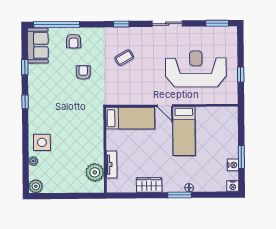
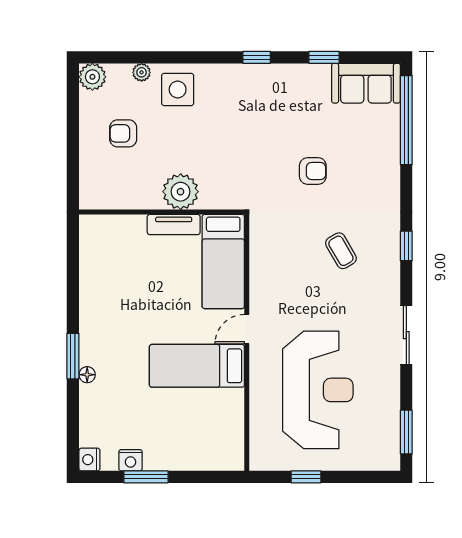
armchair: (74, 41) -> (123, 133), moved
tv unit: (112, 165) -> (174, 225), moved
plant: (95, 172) -> (181, 192), moved
wardrobe: (149, 185) -> (93, 297), removed

